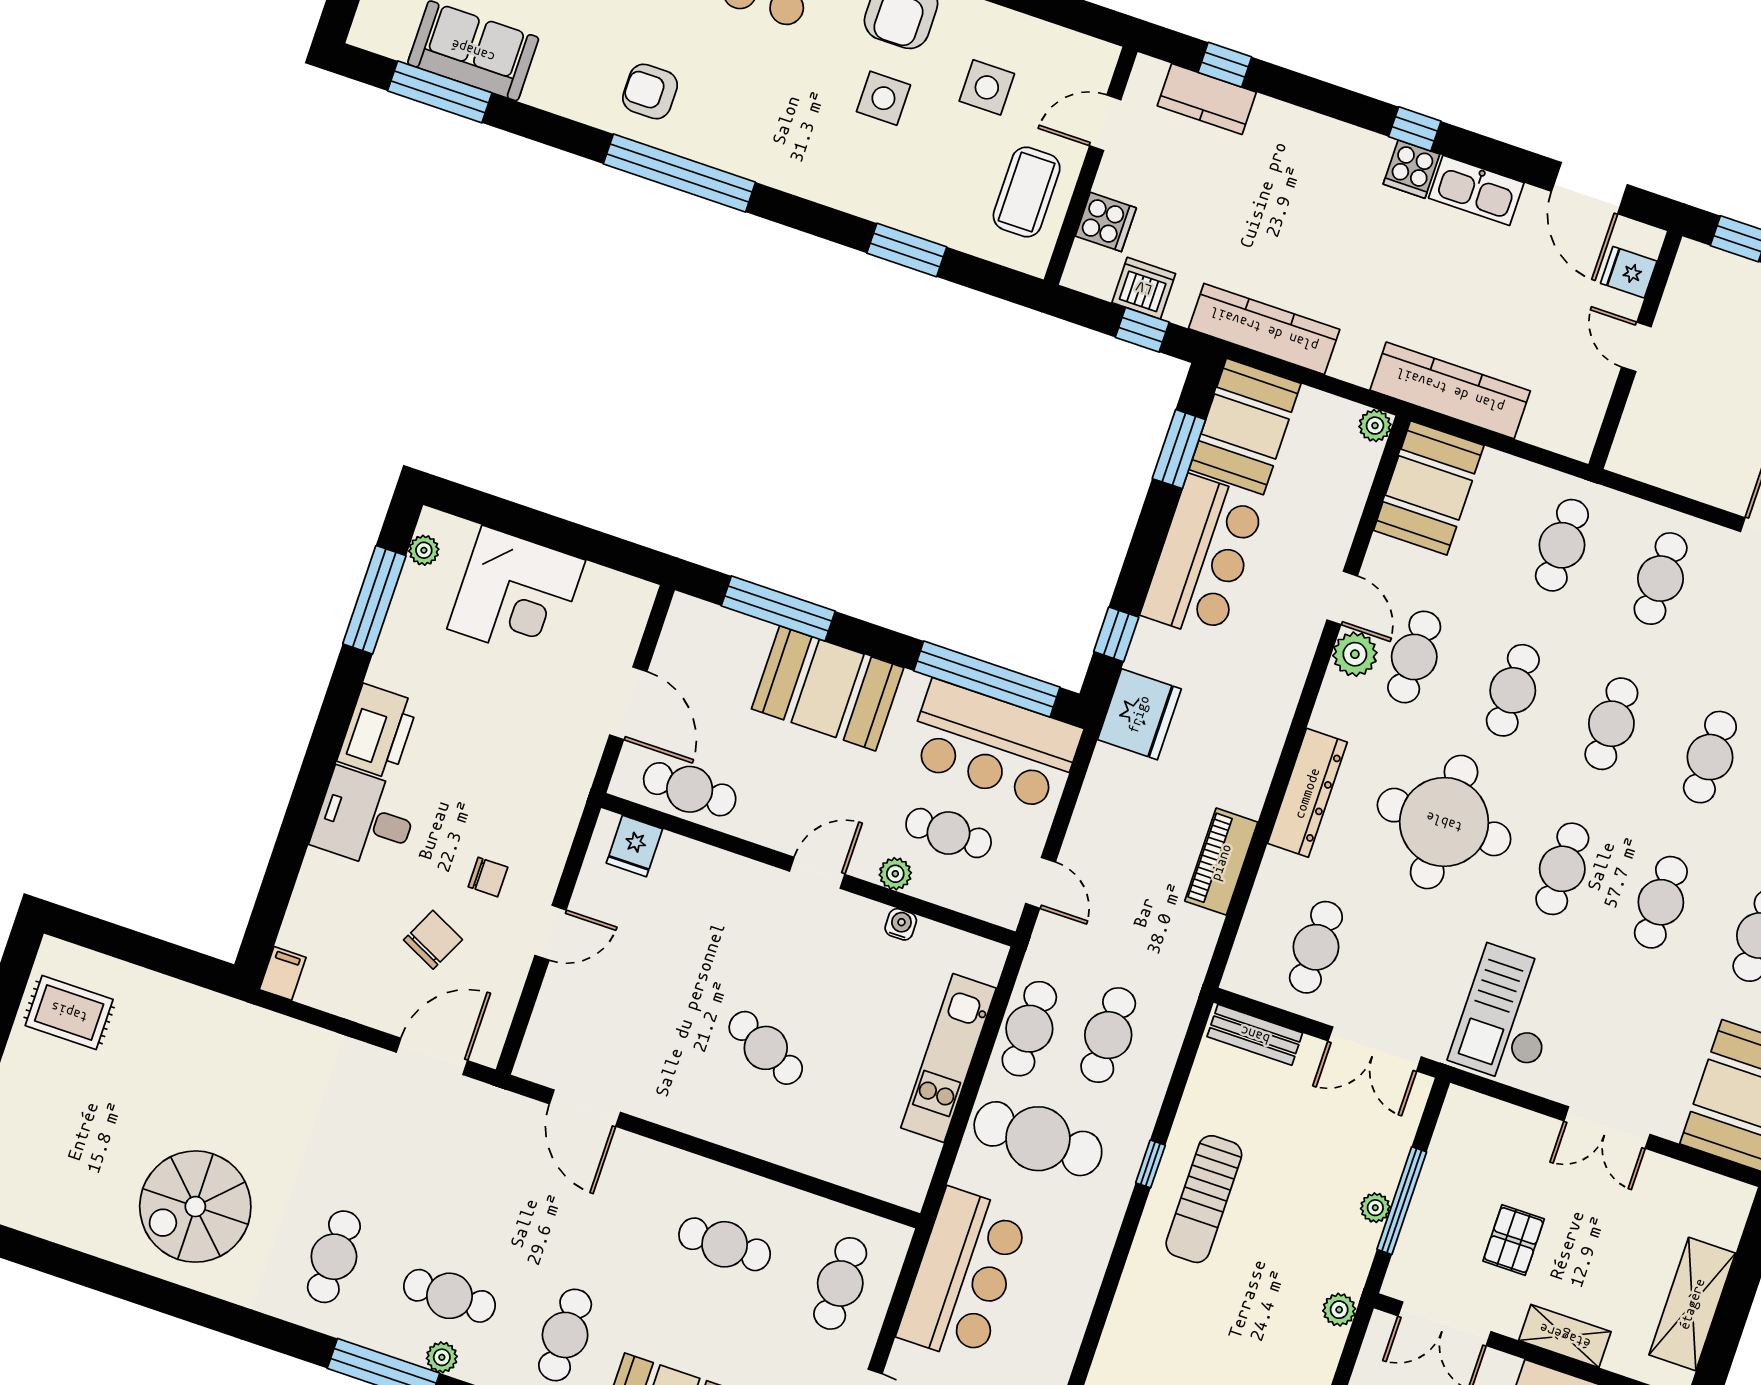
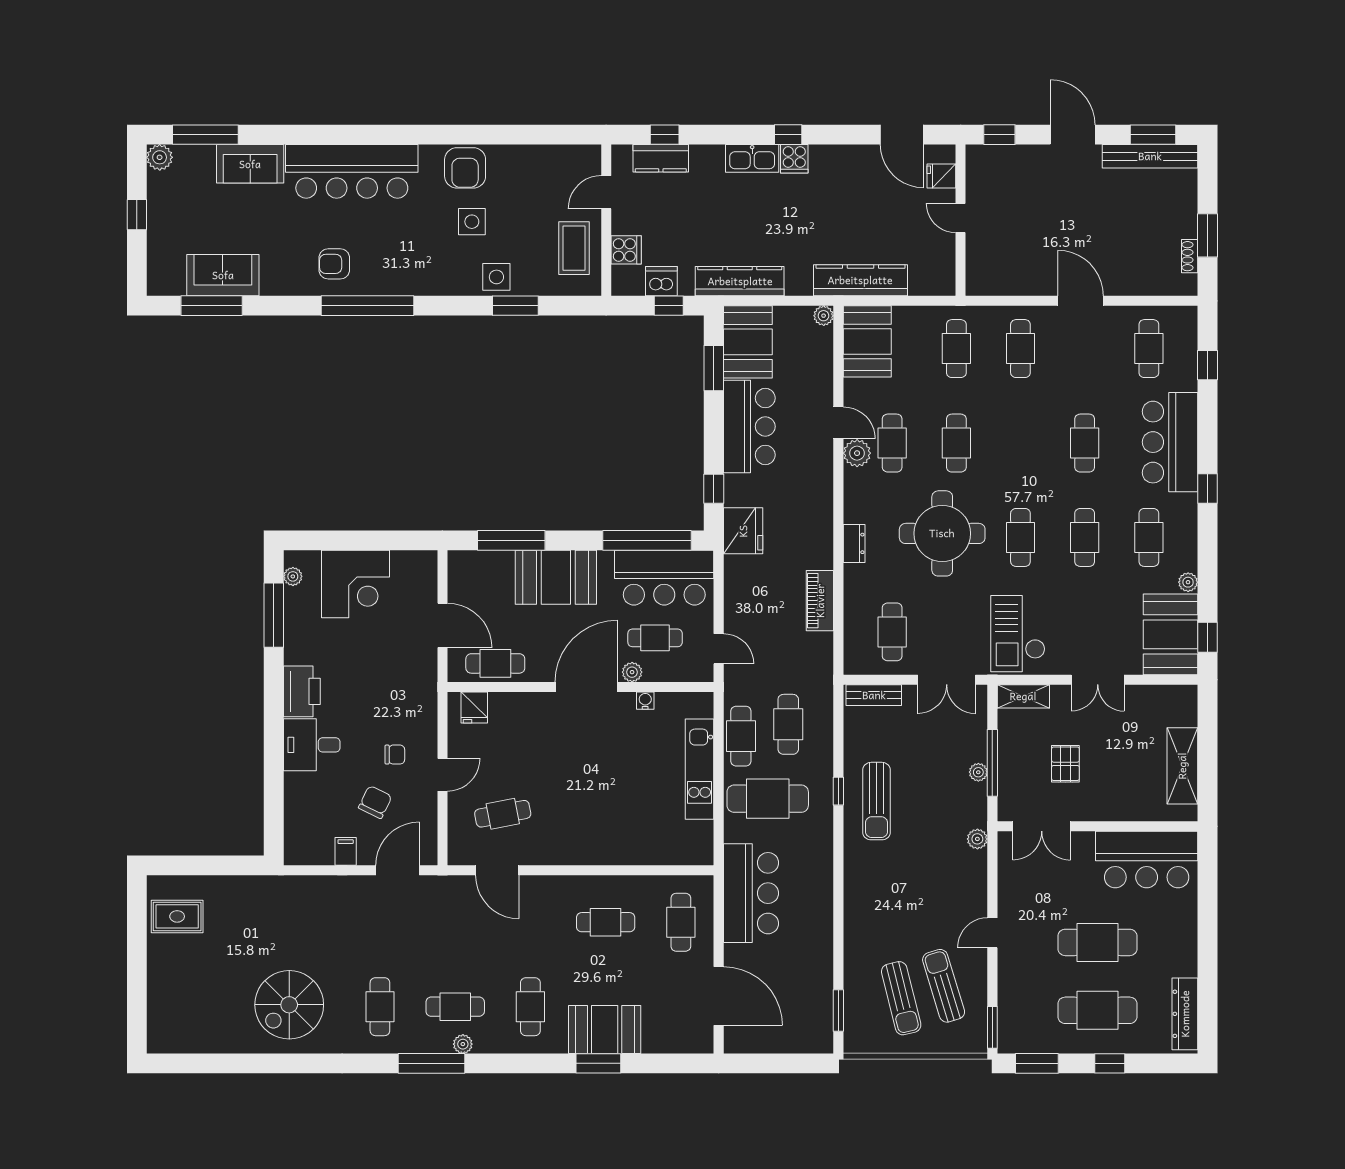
side table: (987, 87) -> (496, 277), moved
kitchen sink: (1476, 190) -> (752, 158), moved
cafe table: (1611, 724) -> (1020, 443), removed
dresser: (1307, 793) -> (854, 543), width x0.51, depth x0.80
door: (817, 873) -> (586, 687), width x1.88
filing cabinet: (283, 973) -> (346, 851), moved
cafe table: (766, 1048) -> (503, 814), moved, turned -37
shelving: (1565, 1336) -> (1023, 696), moved

